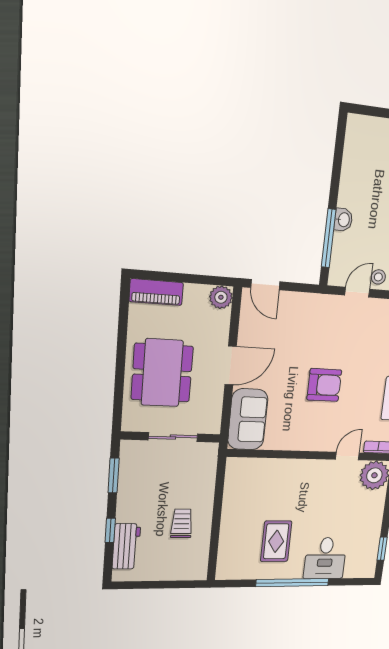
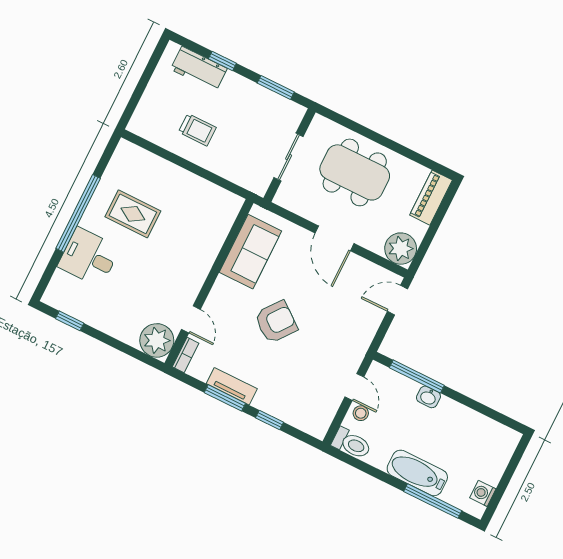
plant: (221, 297) -> (401, 249), width x1.36, depth x1.36
armchair: (324, 385) -> (276, 322), turned -142
sofa: (248, 419) -> (250, 252), moved, turned -90

